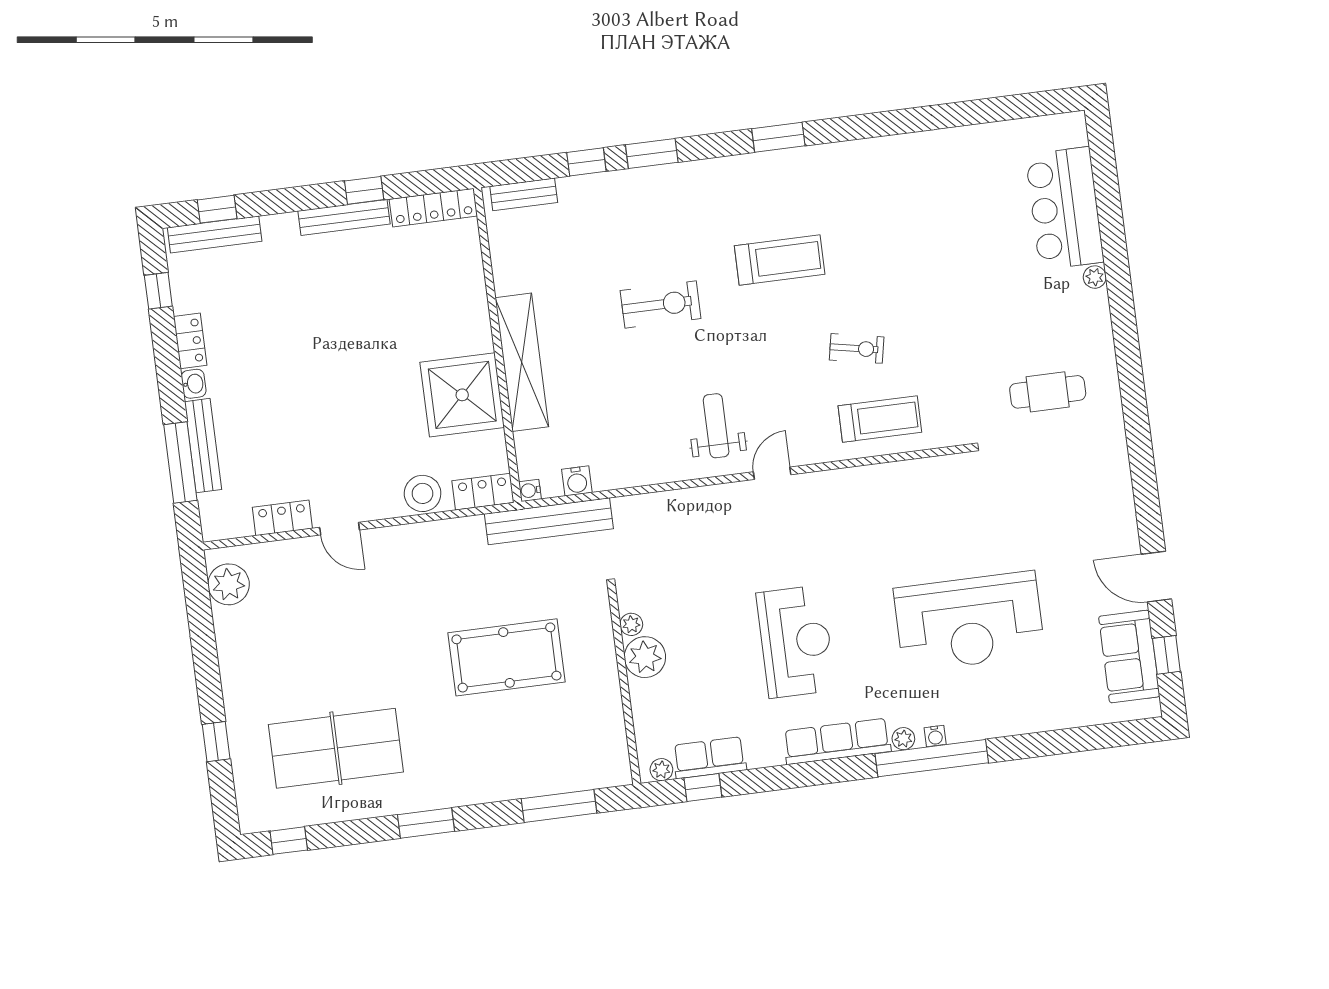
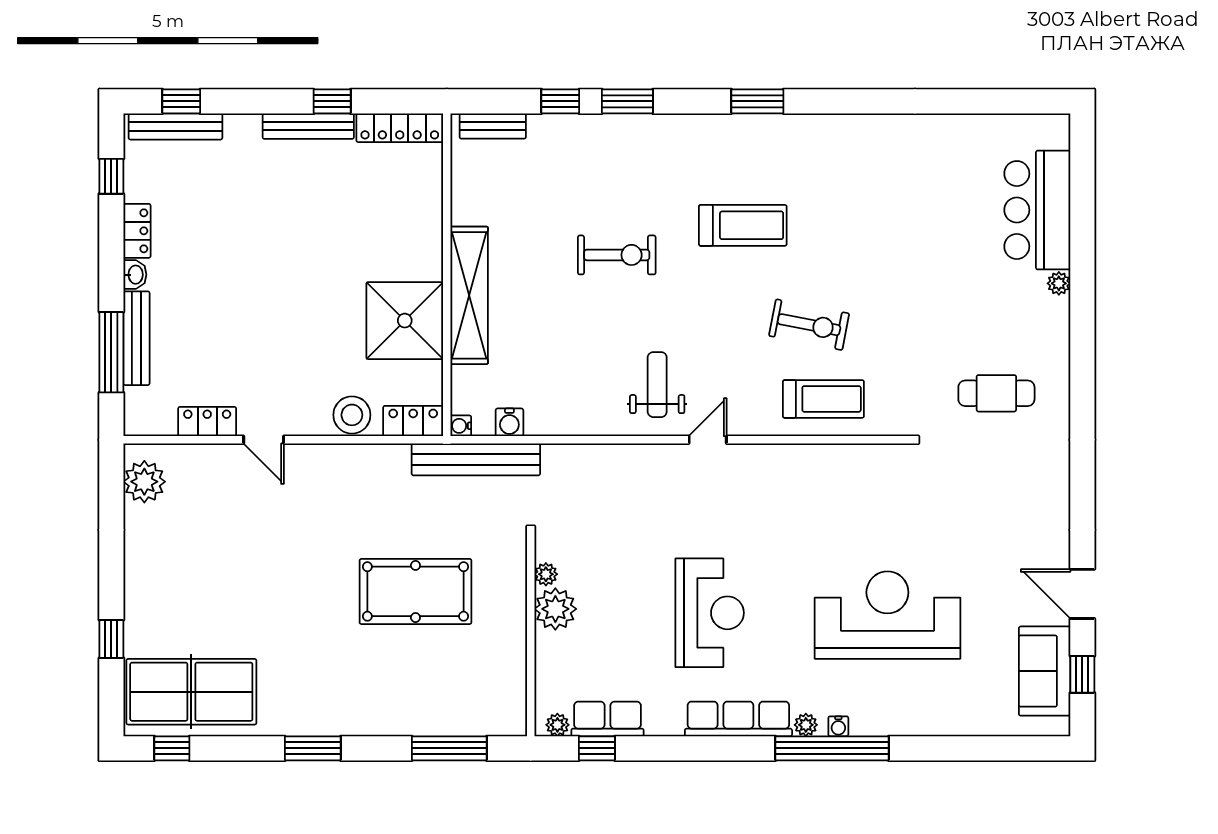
exercise bike: (857, 348) -> (809, 325), width x1.38, depth x1.39
reception desk: (969, 622) -> (887, 615), turned 180
table tennis table: (336, 748) -> (191, 692), moved

